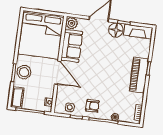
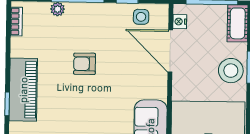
door: (58, 73) -> (170, 51), moved
armchair: (92, 106) -> (85, 64), moved

